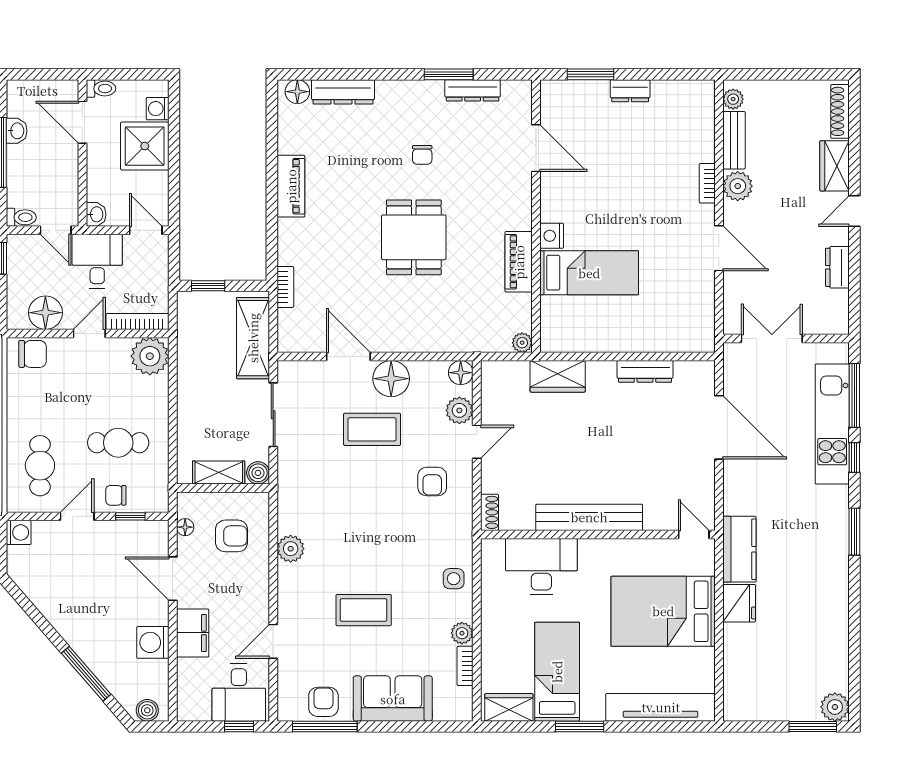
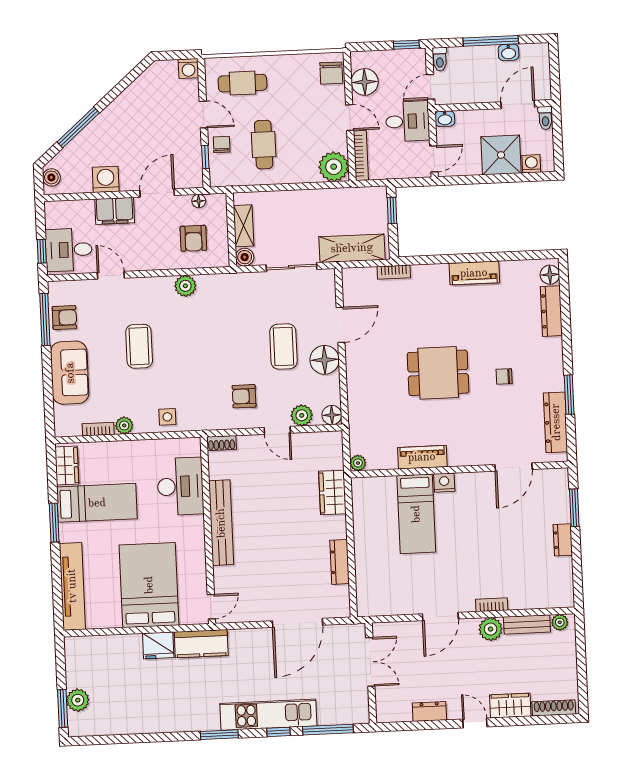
dresser: (473, 90) -> (556, 422), width x1.37, depth x1.24
kitchen unit: (832, 424) -> (268, 715), moved
plant: (835, 707) -> (78, 700), moved

